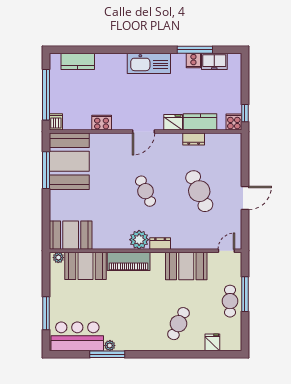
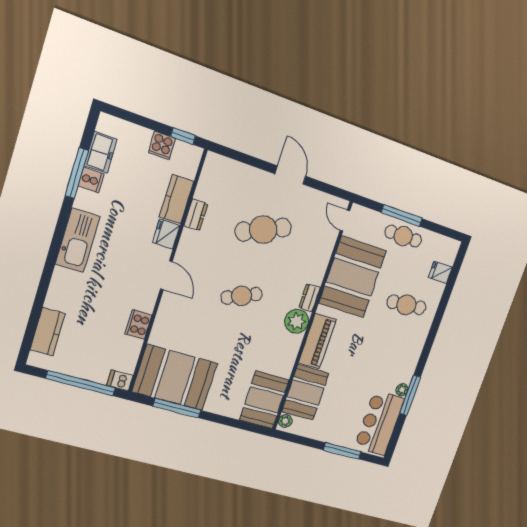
cooker: (234, 122) -> (162, 146), moved, turned -90
booth: (186, 266) -> (352, 277), width x1.36, depth x1.42
cafe table: (178, 324) -> (406, 305), turned -30

